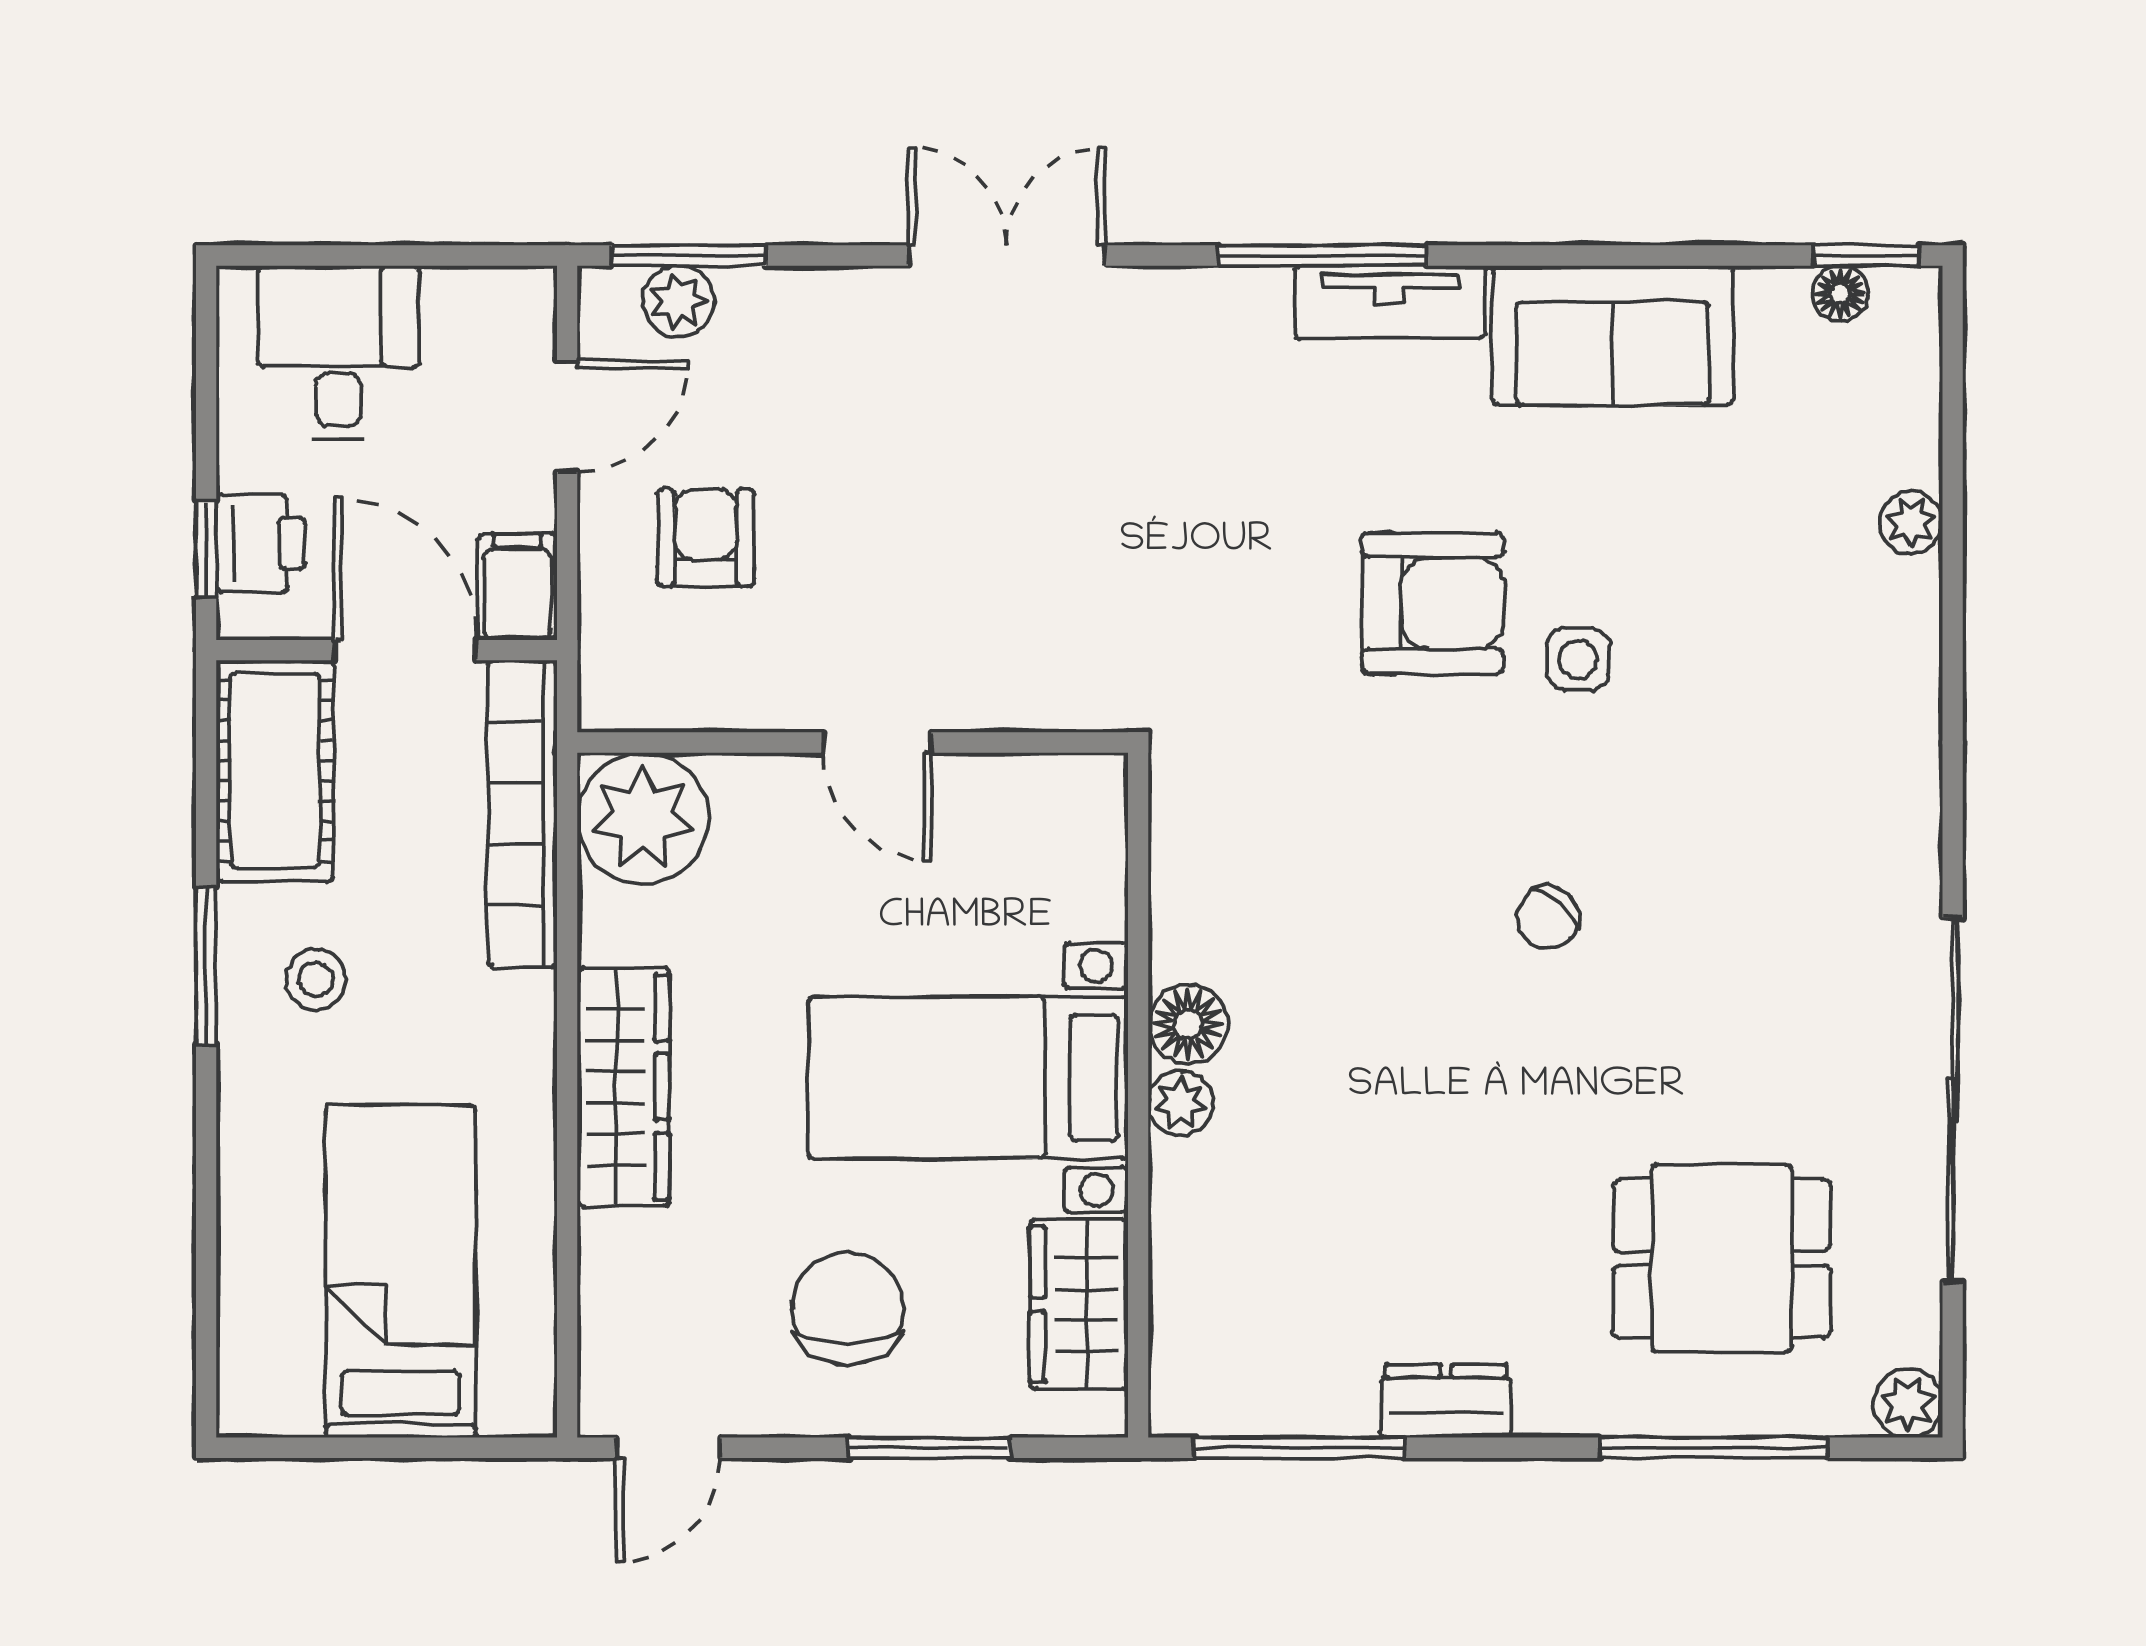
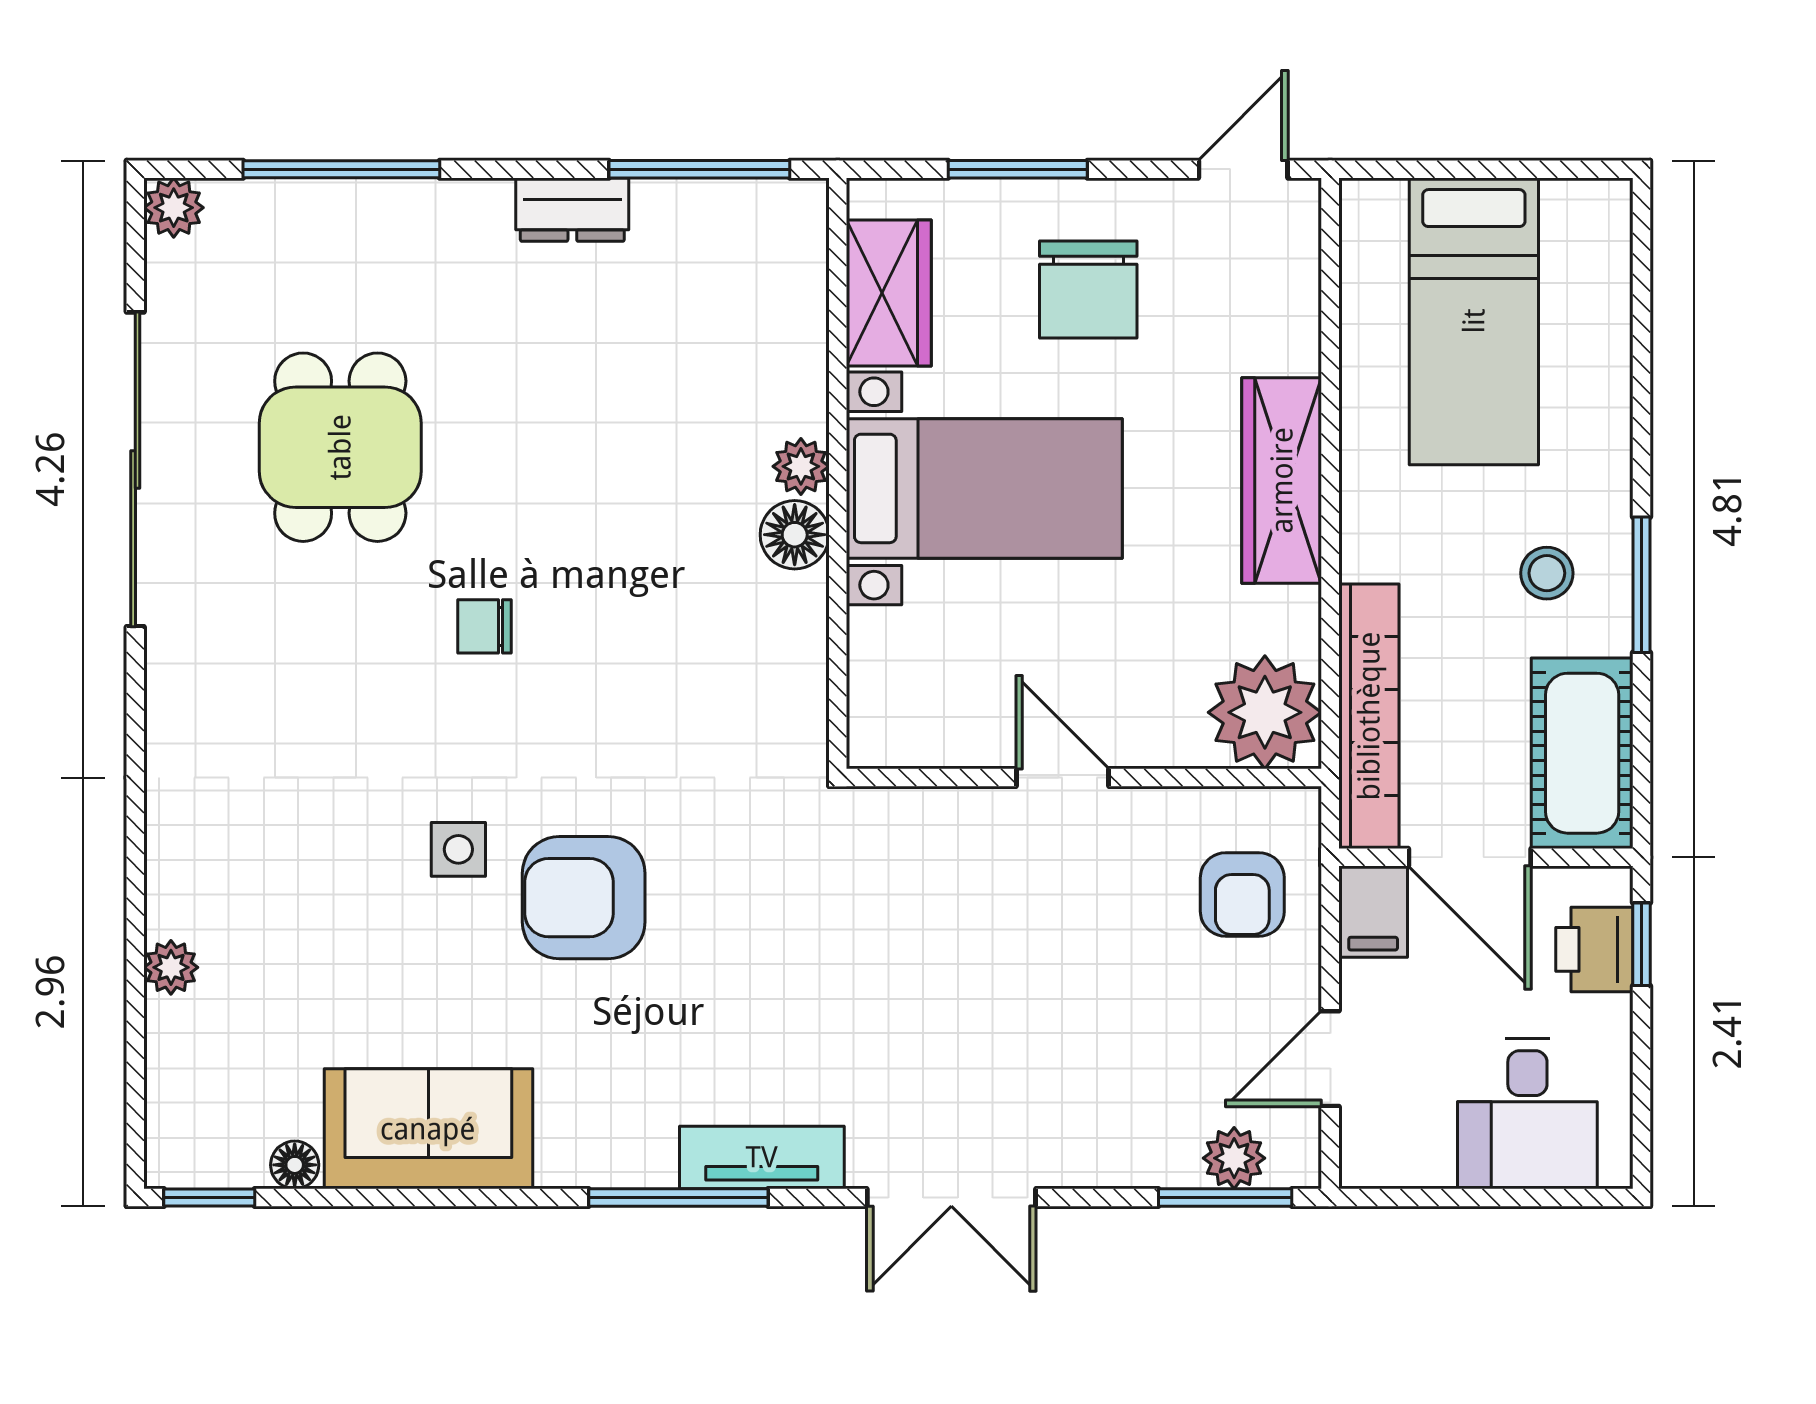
floor lamp: (1840, 293) -> (295, 1165), moved
tv unit: (1390, 302) -> (762, 1157), moved
armchair: (706, 538) -> (1242, 895), moved
chair: (1548, 918) -> (484, 626), turned -130
dining table: (1722, 1258) -> (340, 447), moved, turned 90

